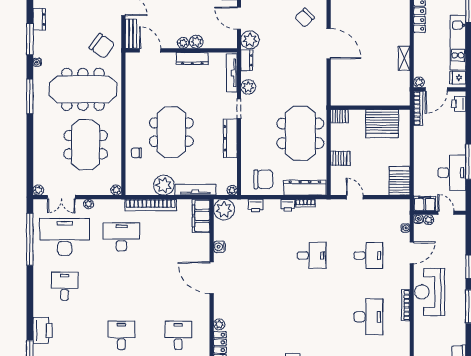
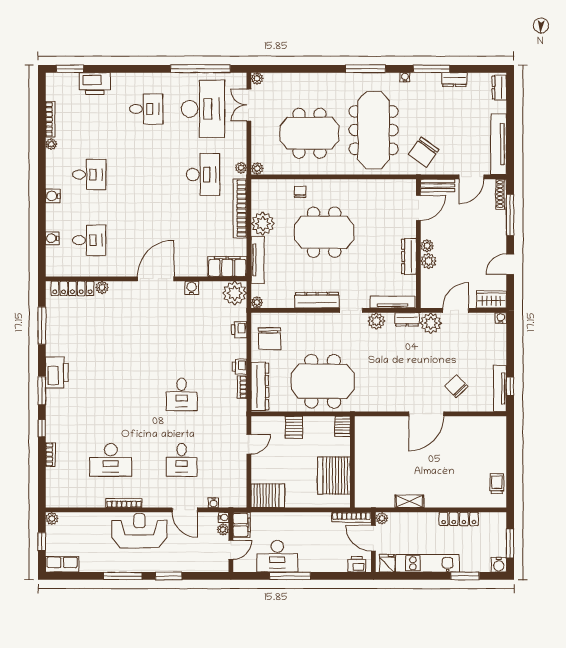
plant: (89, 204) -> (241, 168), moved

